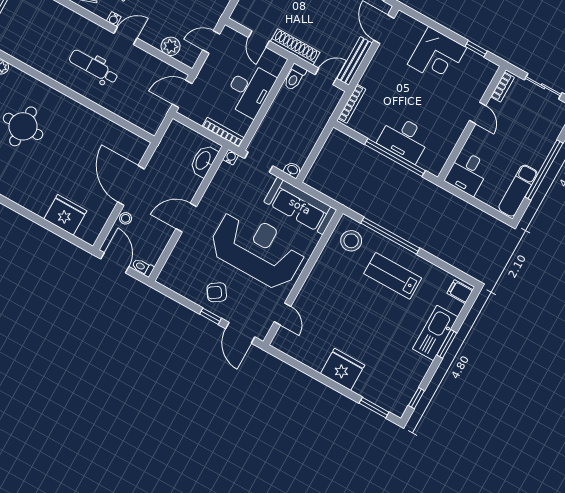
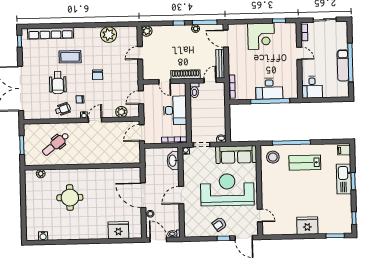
dental chair: (94, 67) -> (56, 144), moved, turned -38
exam couch: (518, 191) -> (343, 65), moved

